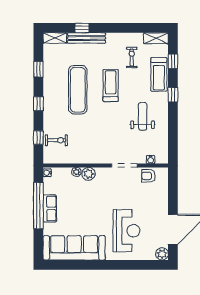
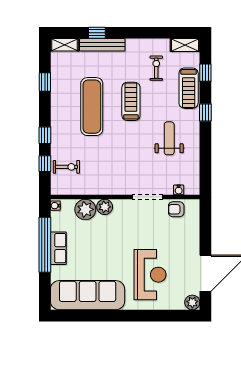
window: (38, 104) -> (45, 135), moved
plant: (76, 172) -> (85, 209), width x1.88, depth x1.88

